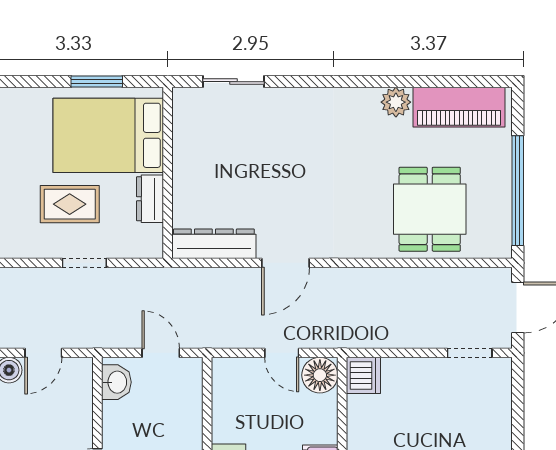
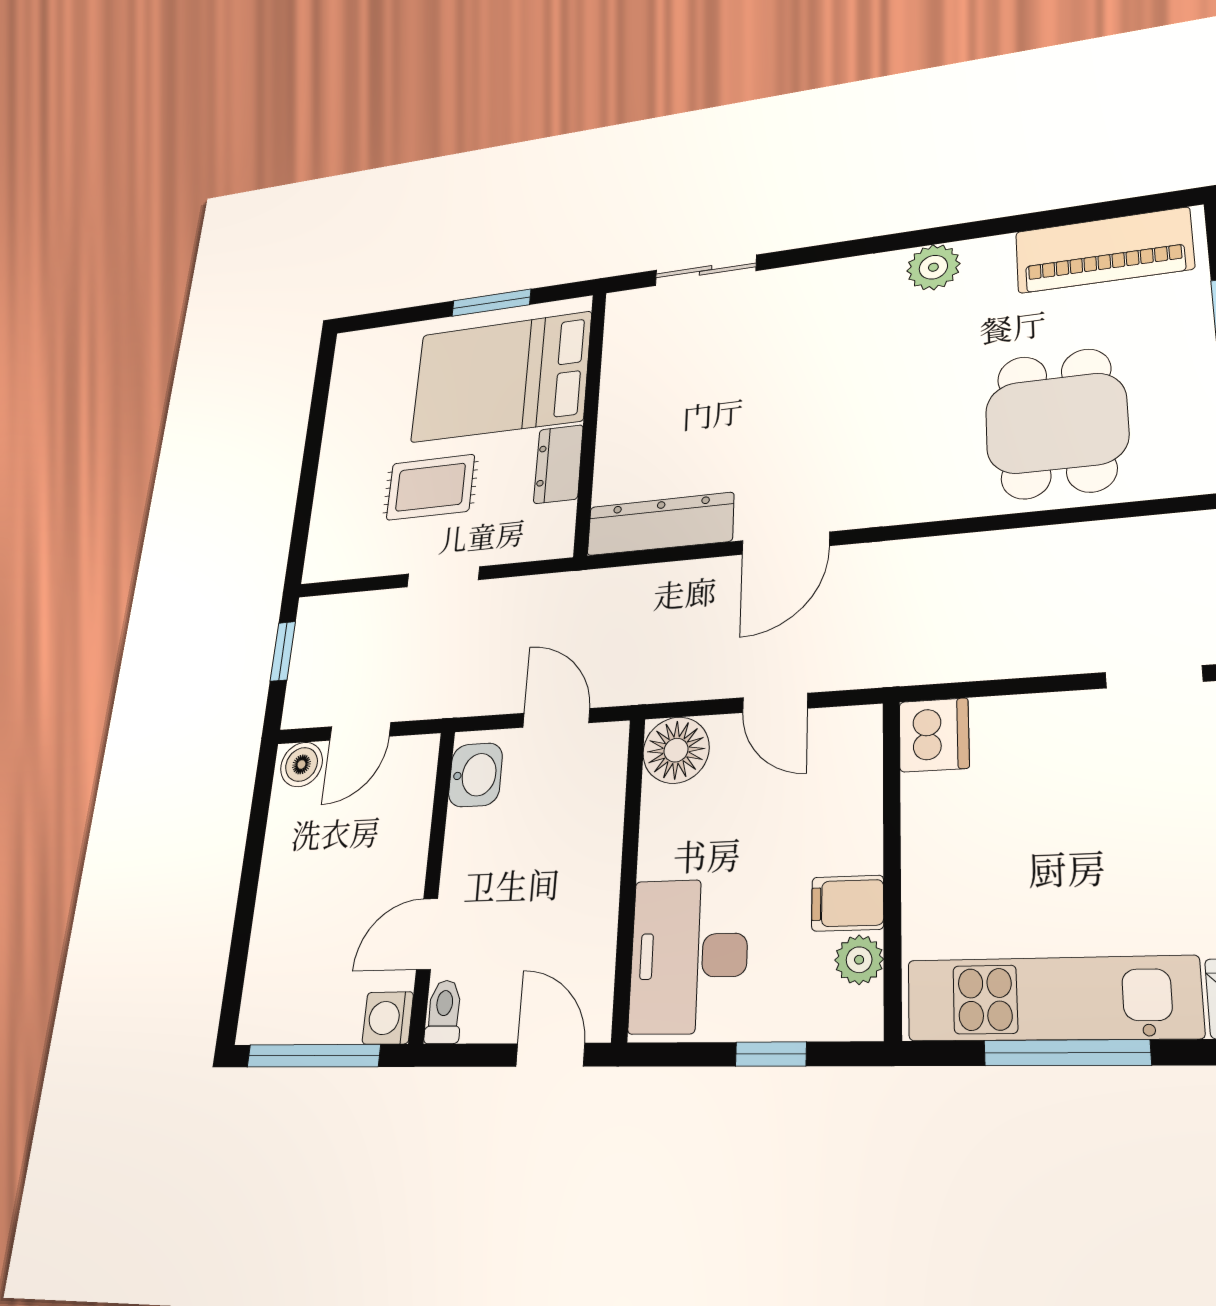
plant: (396, 102) -> (933, 267), moved
floor lamp: (320, 375) -> (676, 750), moved

